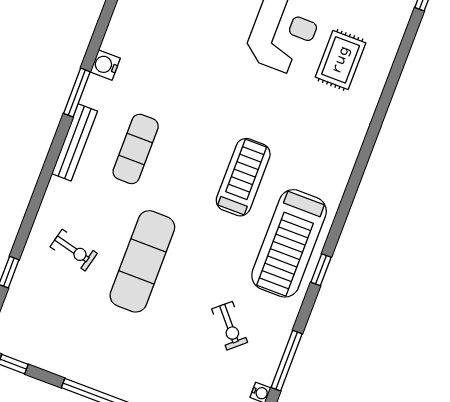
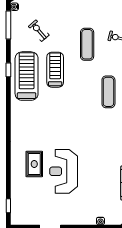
treadmill: (243, 177) -> (55, 70), moved, turned 180
exercise mat: (142, 261) -> (87, 44), width x0.73, depth x0.69

